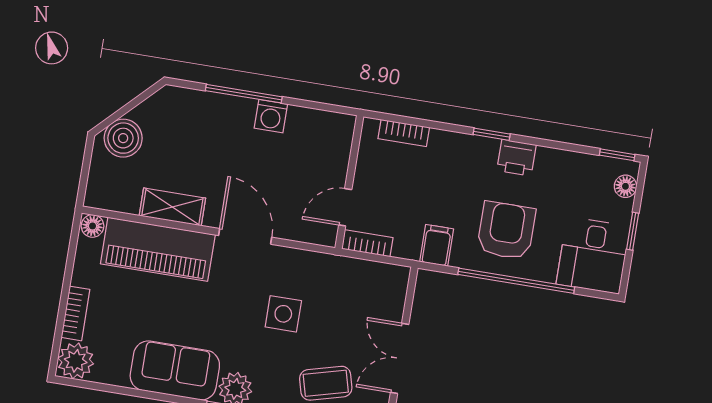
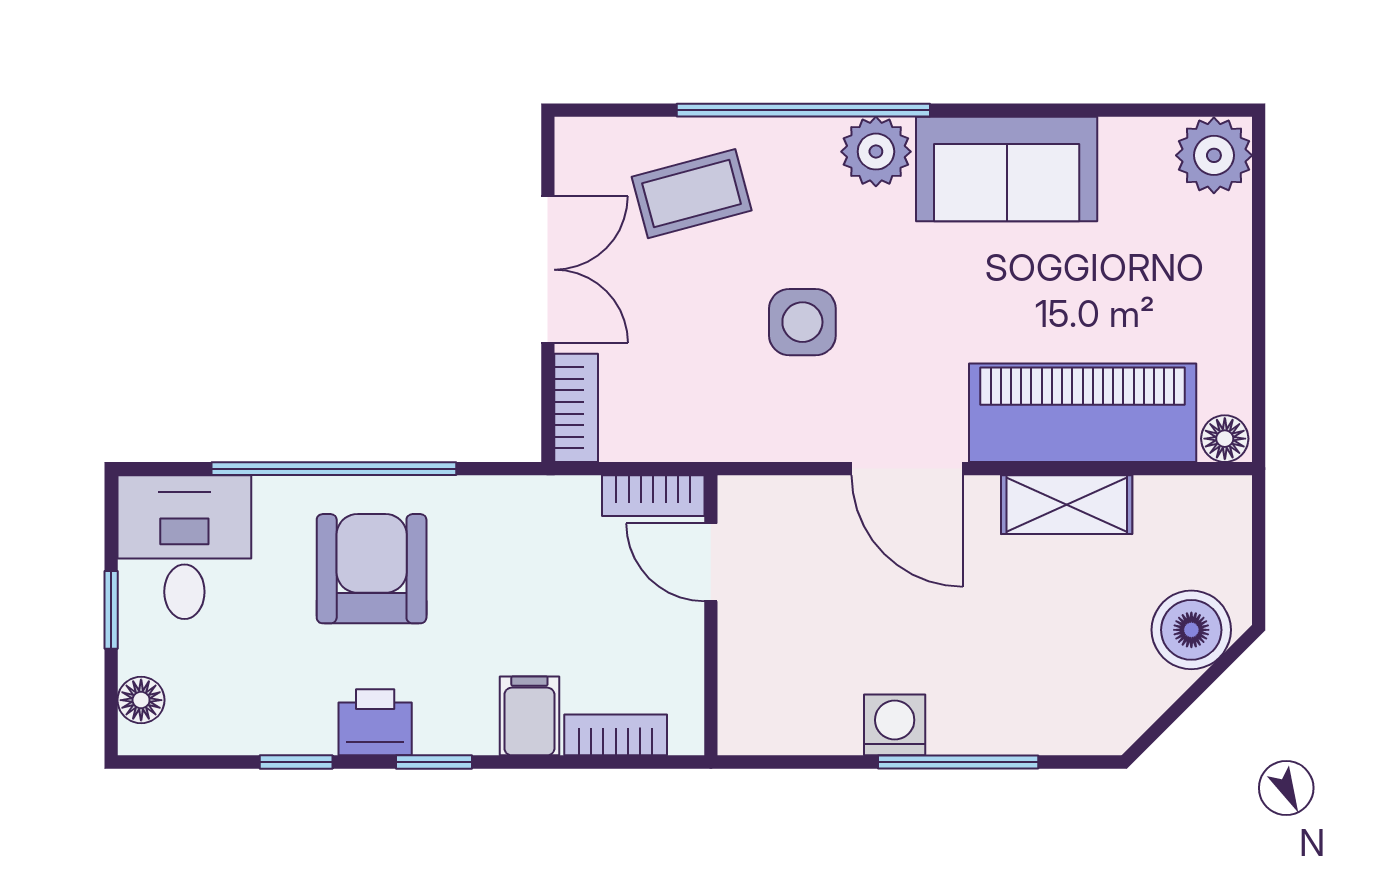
window: (617, 155) -> (296, 762), moved
door: (345, 207) -> (711, 562), swing flipped
armchair: (506, 231) -> (372, 569), turned 180
filing cabinet: (437, 245) -> (529, 716), moved, turned 180
bookcase: (75, 313) -> (576, 408), moved, turned 180

